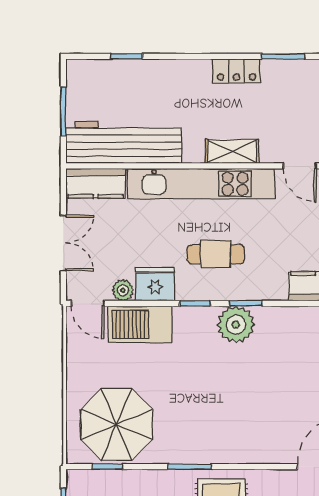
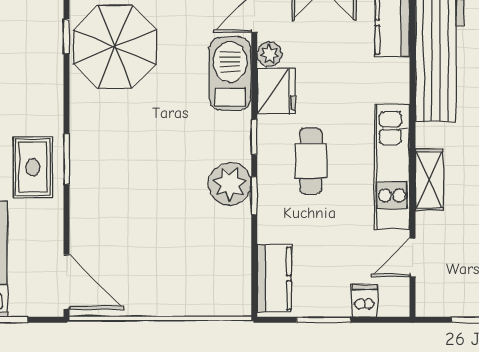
kitchen unit: (201, 184) -> (392, 167), width x0.73
window: (190, 467) -> (67, 159), moved

